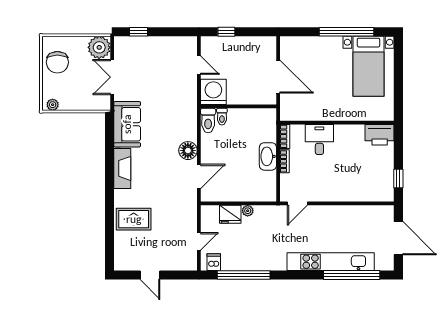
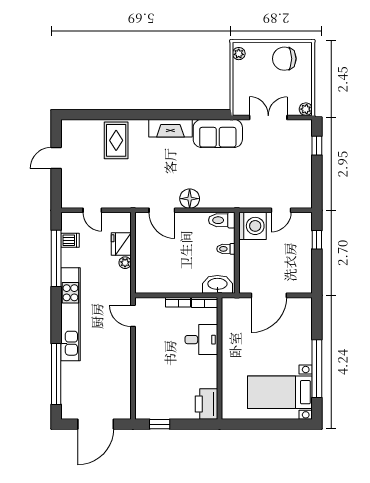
plant: (99, 47) -> (306, 109), width x0.53, depth x0.53
toilet: (222, 117) -> (226, 249), moved
washbasin: (268, 156) -> (217, 284), moved
dishwasher: (214, 262) -> (70, 240), moved
kitchen unit: (331, 262) -> (70, 314), moved

